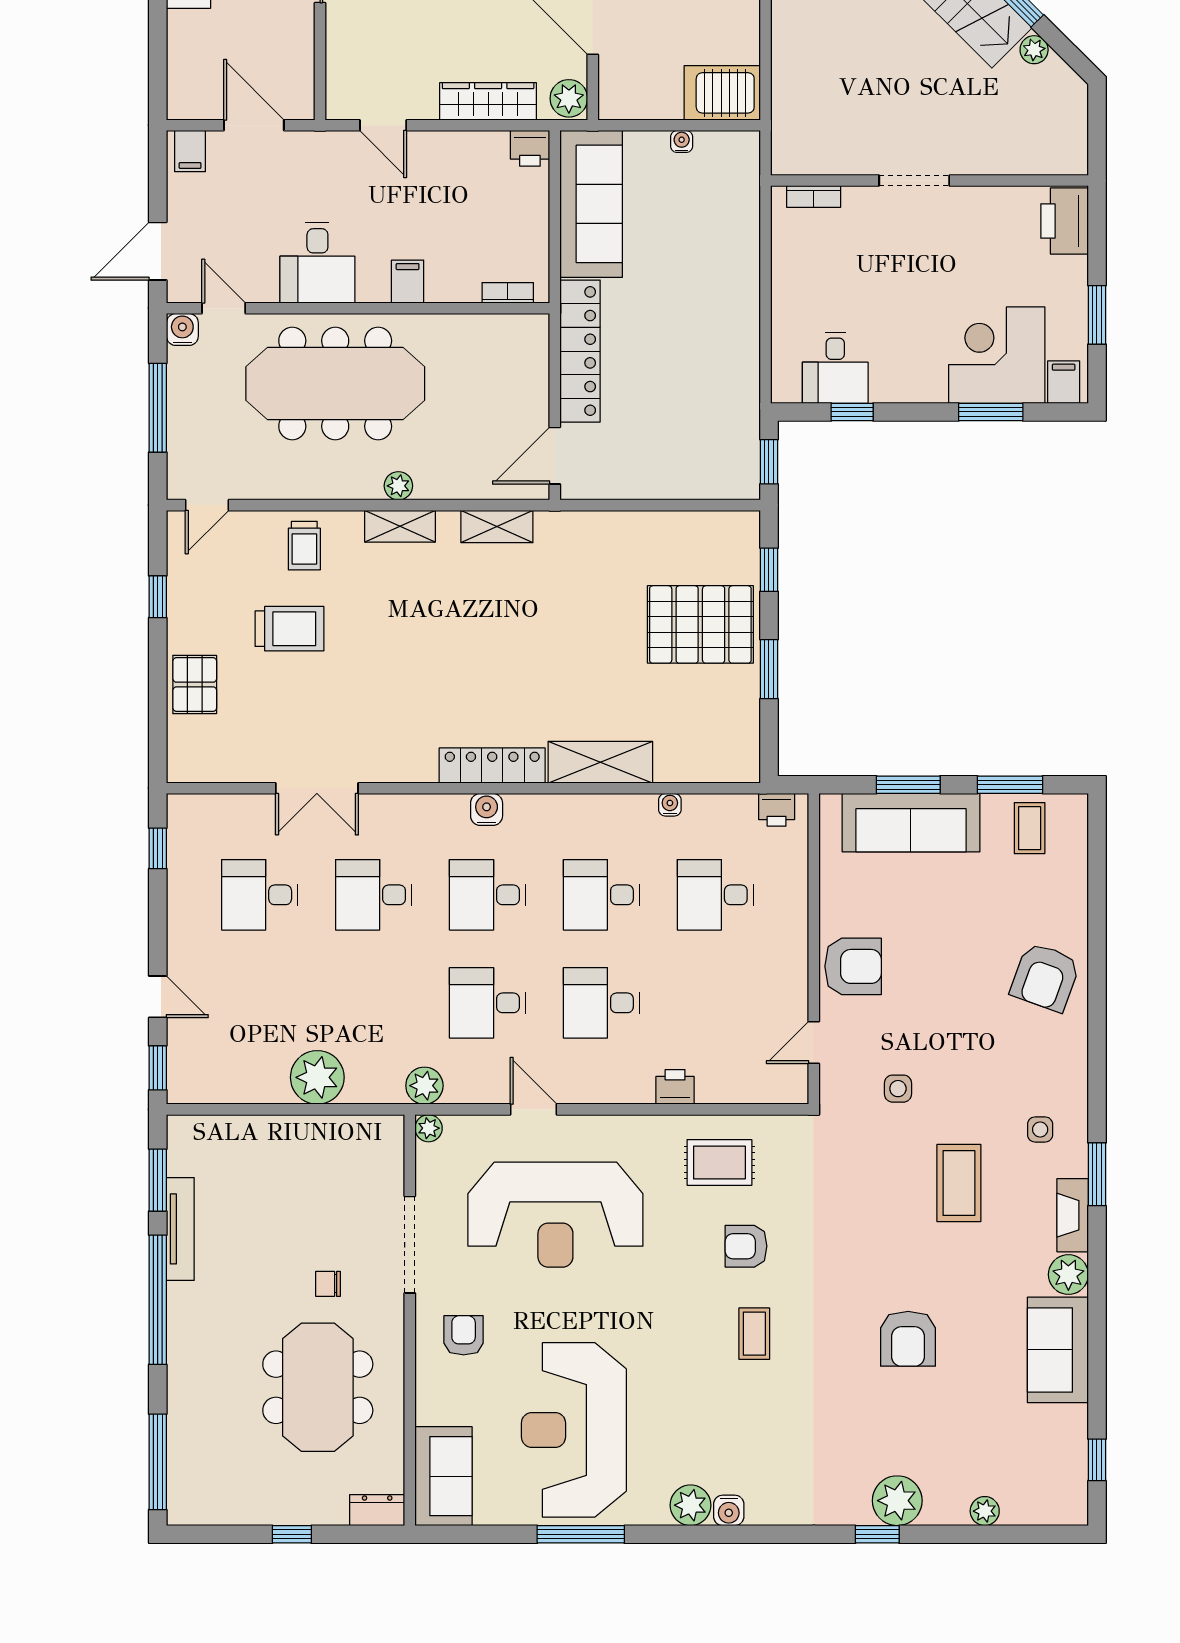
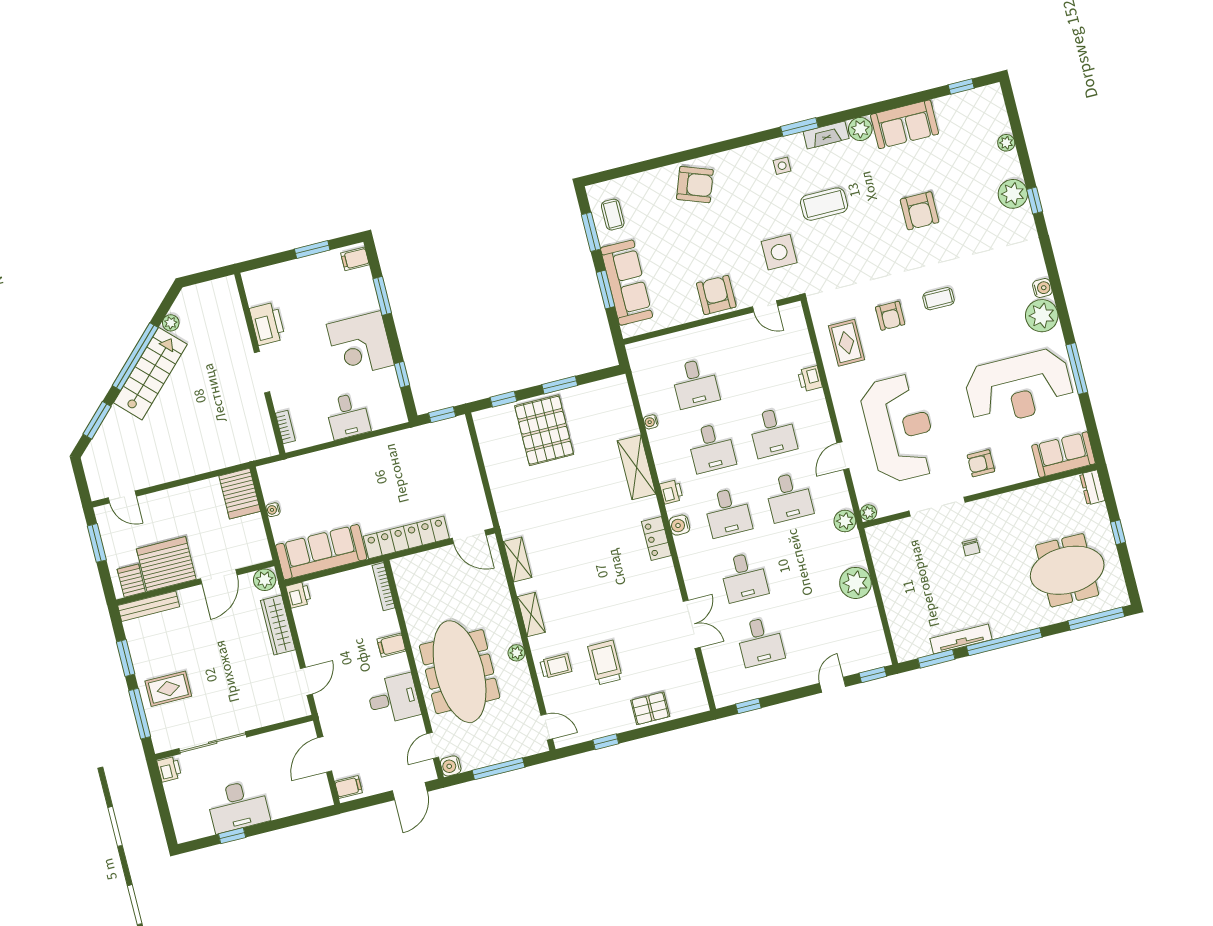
printer: (1065, 221) -> (267, 324), moved, turned -90
door: (158, 251) -> (410, 791), hinge flipped
bookcase: (508, 293) -> (384, 587), width x1.56
corner desk: (997, 355) -> (360, 345), moved
desk: (835, 368) -> (348, 416), moved, turned 90
plant: (398, 486) -> (516, 653), moved
locker: (492, 766) -> (656, 539), width x0.66
printer: (777, 810) -> (671, 492), moved
coffee table: (1030, 828) -> (613, 215), turned 90
side table: (898, 1089) -> (779, 252), width x1.87, depth x1.87
armchair: (908, 1339) -> (920, 211), turned 90
meeting table: (318, 1387) -> (1067, 570), moved
plant: (691, 1505) -> (1042, 316), width x1.36, depth x1.36

